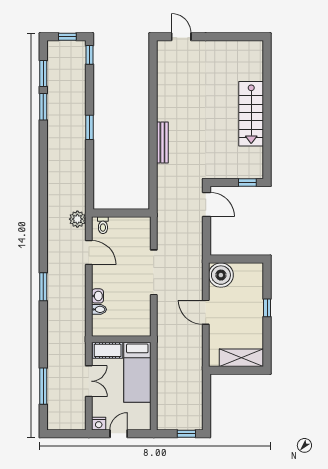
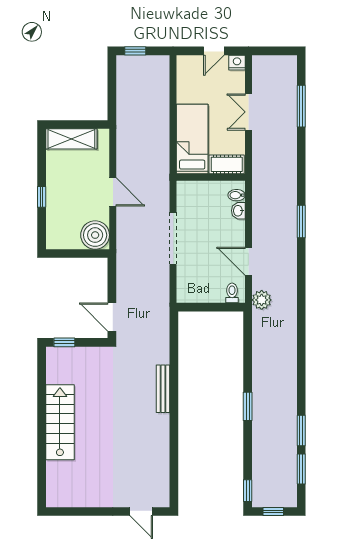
wall: (121, 339) -> (211, 177), moved
cot: (108, 350) -> (227, 164), moved
bed: (137, 372) -> (192, 139), moved

